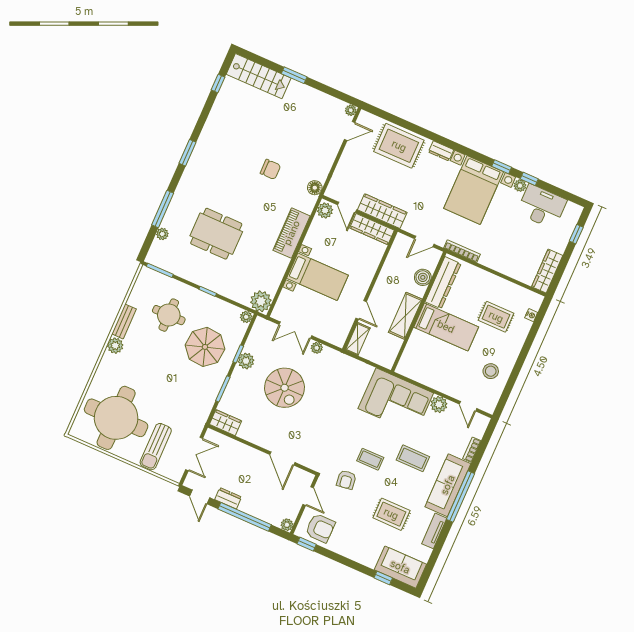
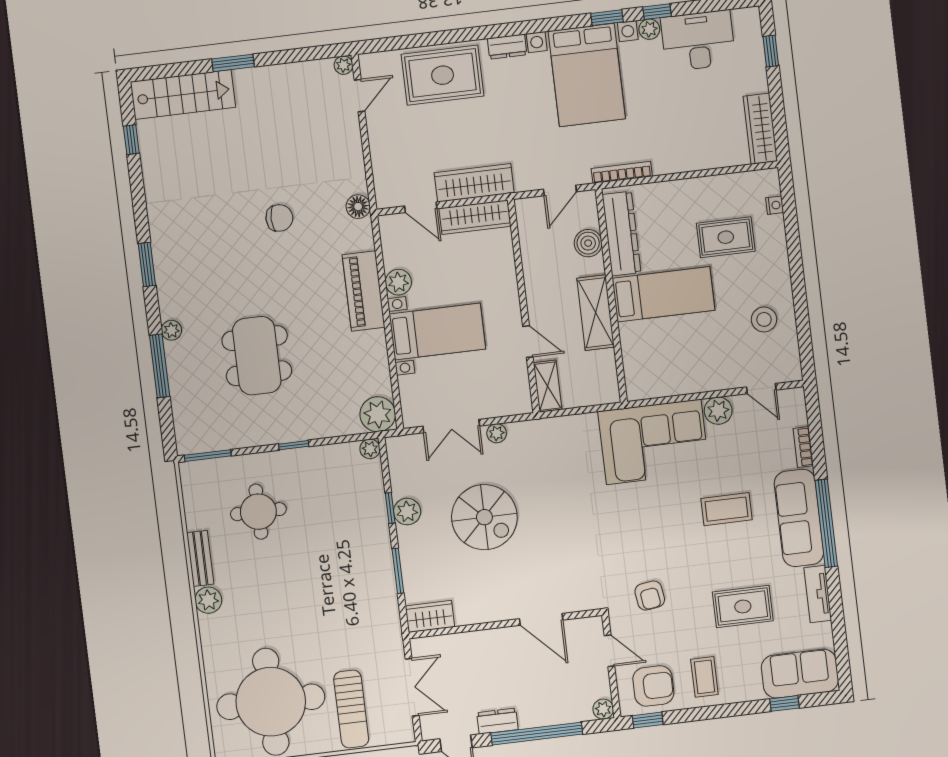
plant: (325, 210) -> (398, 282), moved
plant: (162, 234) -> (171, 330), moved
dining table: (216, 234) -> (257, 356), turned 90
parasol: (205, 347) -> (337, 526), removed
coffee table: (370, 459) -> (704, 677), moved, turned 90

